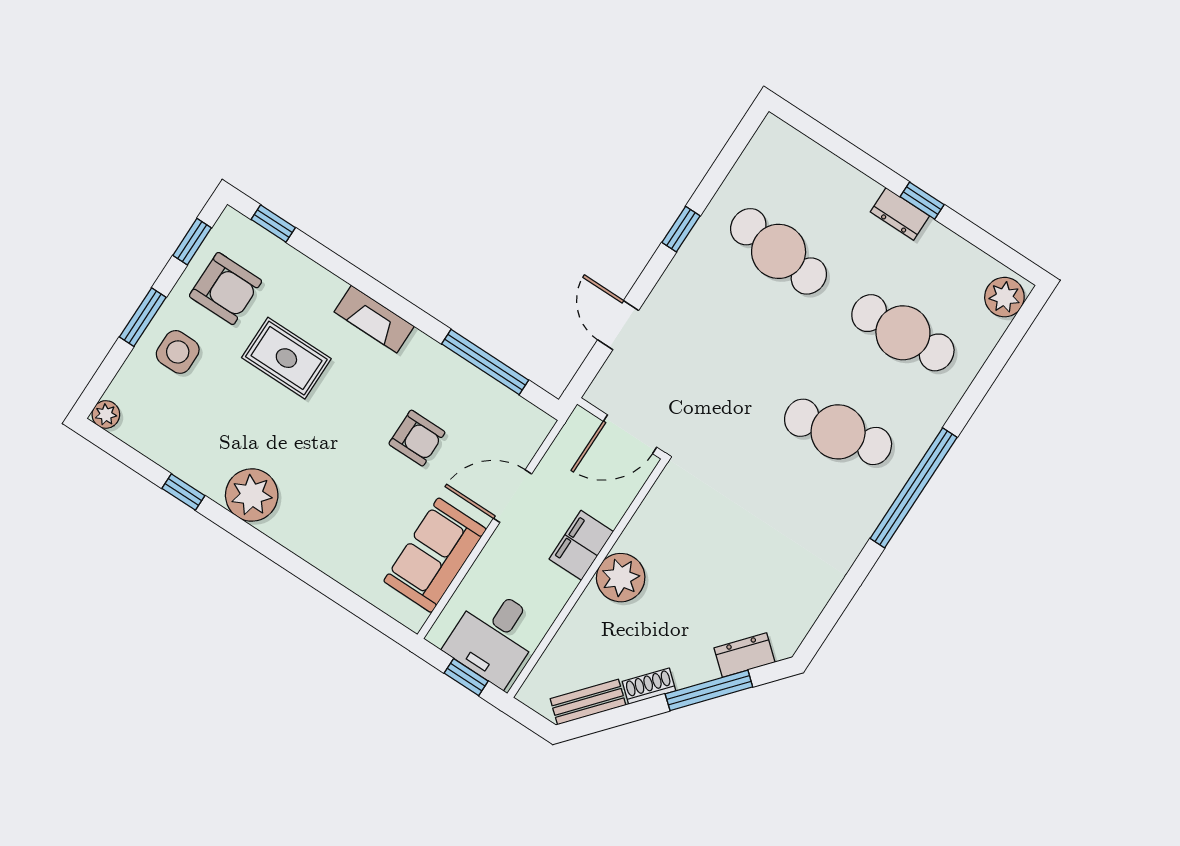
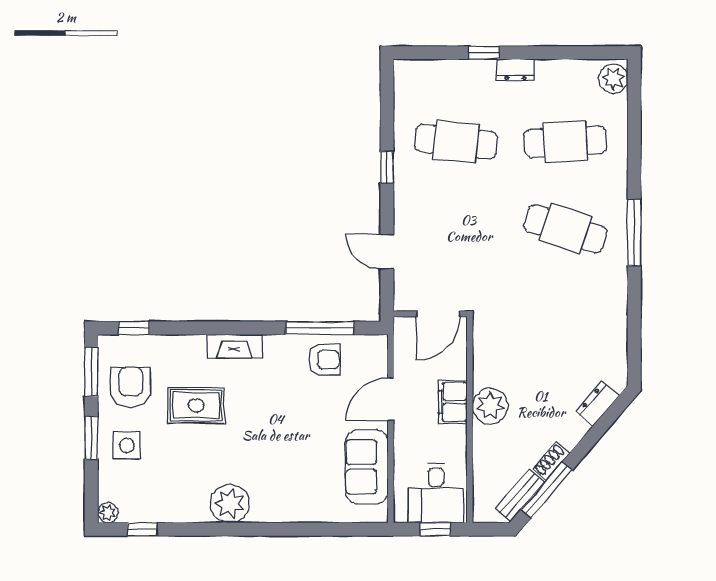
window: (922, 201) -> (484, 53), moved
window: (192, 242) -> (91, 372), width x1.50
armchair: (226, 289) -> (131, 387), turned -90
cafe table: (838, 432) -> (565, 229), turned 30
armchair: (417, 438) -> (324, 360), moved
window: (914, 488) -> (634, 233), width x0.68
window: (183, 492) -> (142, 529), moved
window: (709, 690) -> (547, 490), moved

